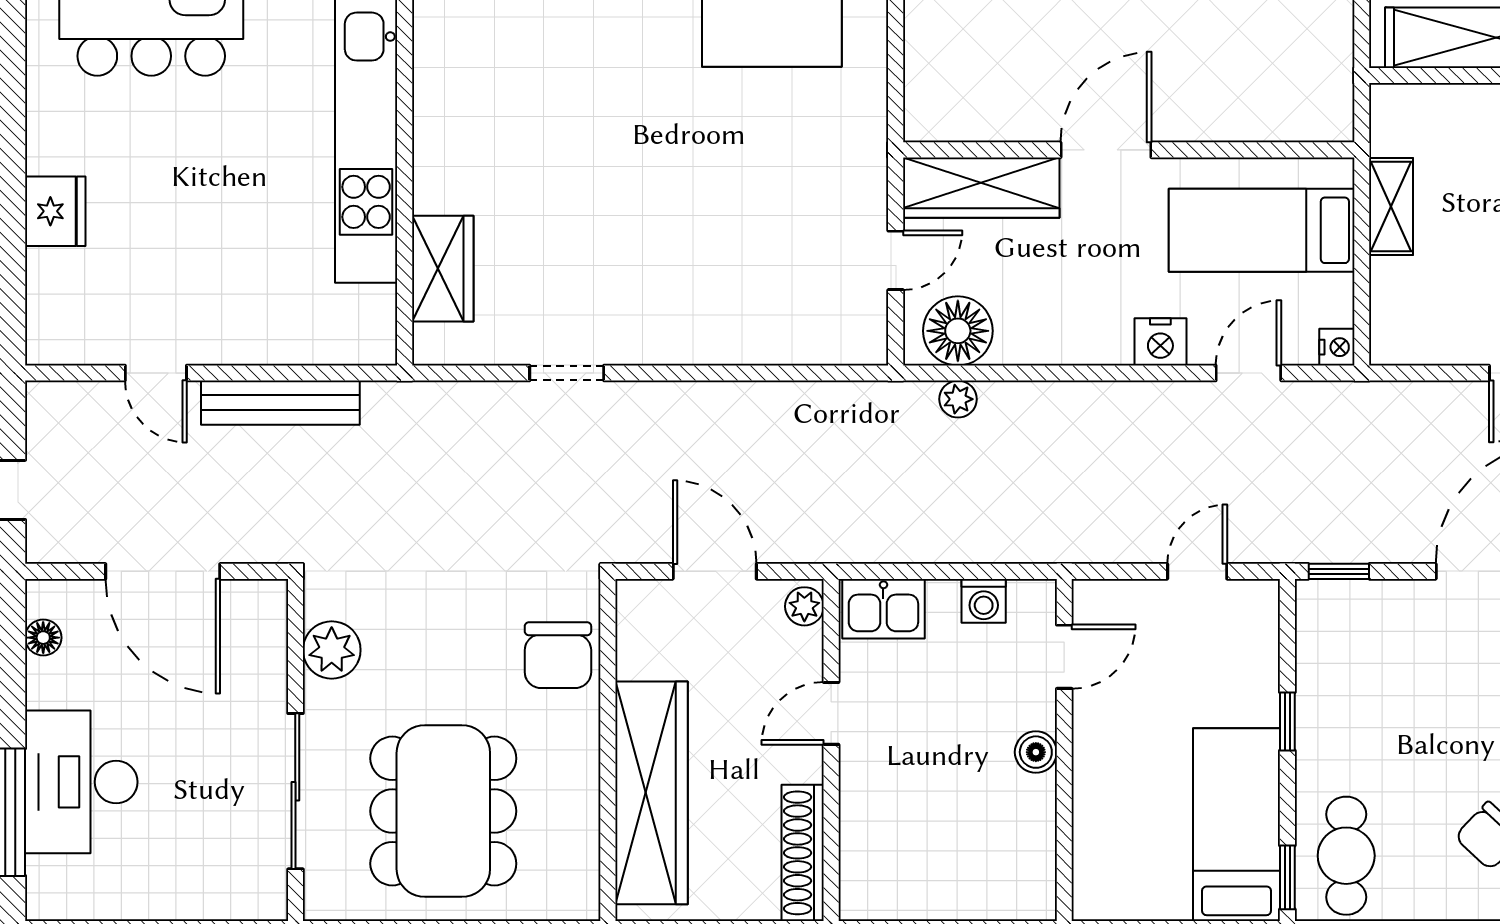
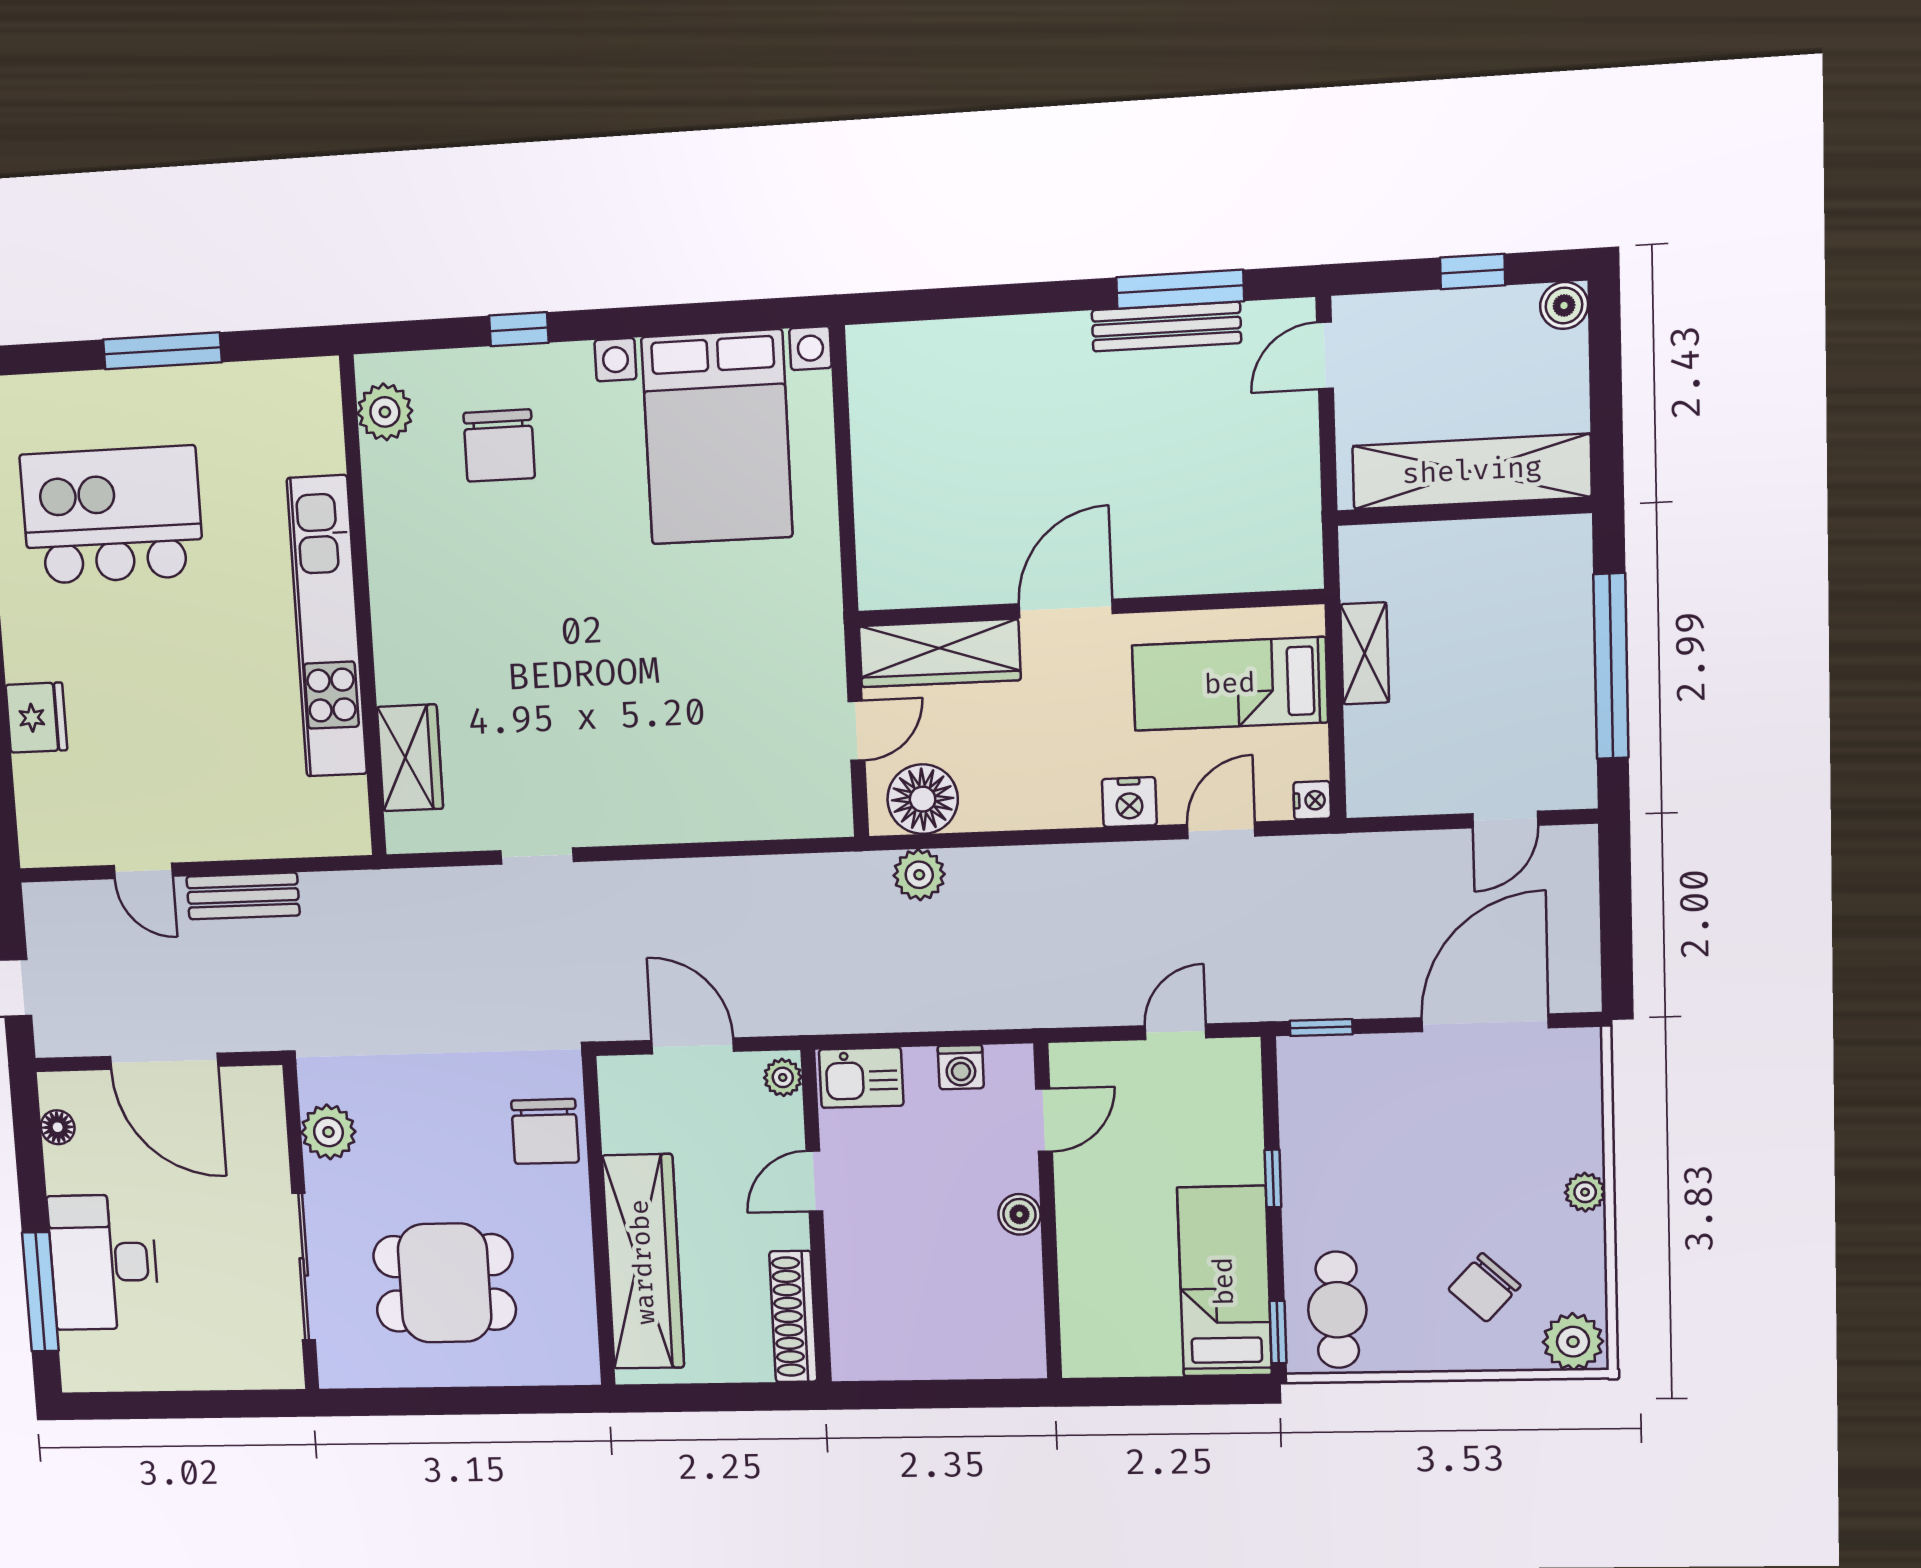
plant: (958, 399) -> (919, 875), width x1.38, depth x1.38
bench: (280, 403) -> (243, 896), width x0.73
dining table: (443, 811) -> (445, 1283), width x0.73

